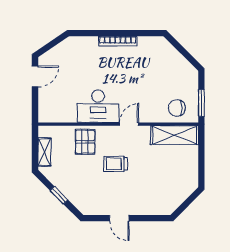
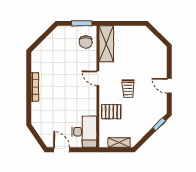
desk: (98, 106) -> (84, 132), moved
window: (59, 195) -> (159, 124), moved
door: (119, 218) -> (169, 86), swing flipped

